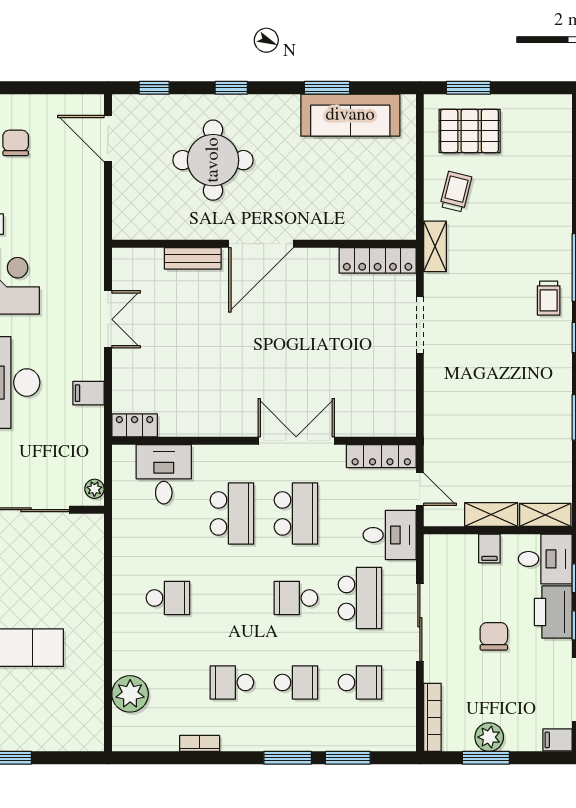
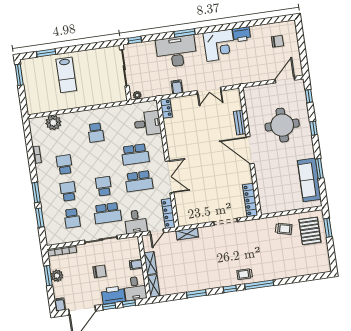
shelving: (435, 246) -> (187, 234), moved
school desk: (296, 682) -> (68, 191), turned 180

